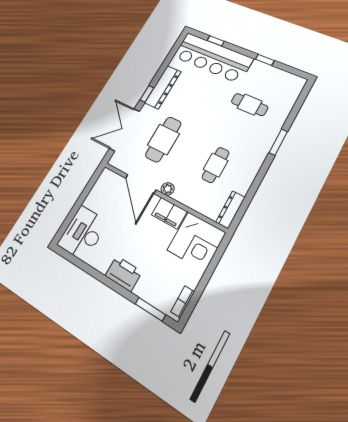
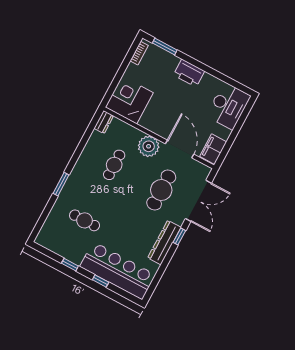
window: (216, 41) -> (101, 281), moved
plant: (168, 189) -> (149, 146), width x1.87, depth x1.87
dresser: (230, 210) -> (104, 122), width x0.70
filing cabinet: (169, 213) -> (213, 149), moved, turned -90

